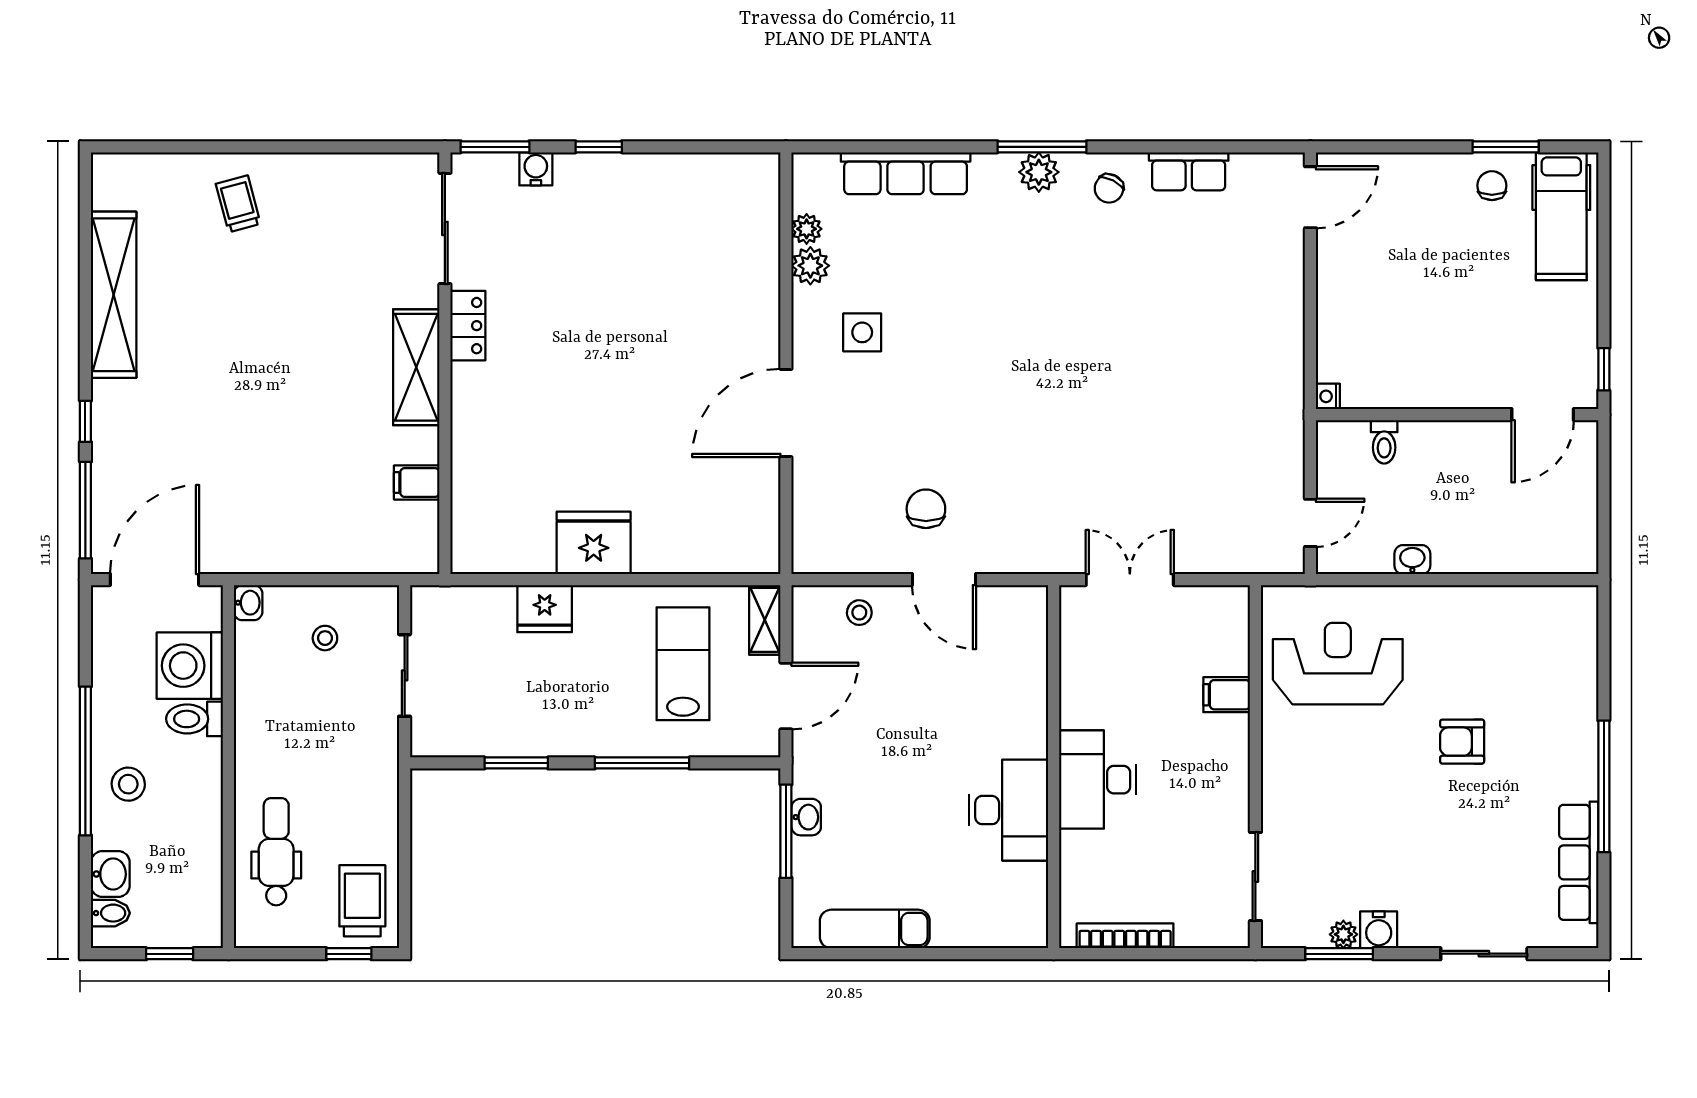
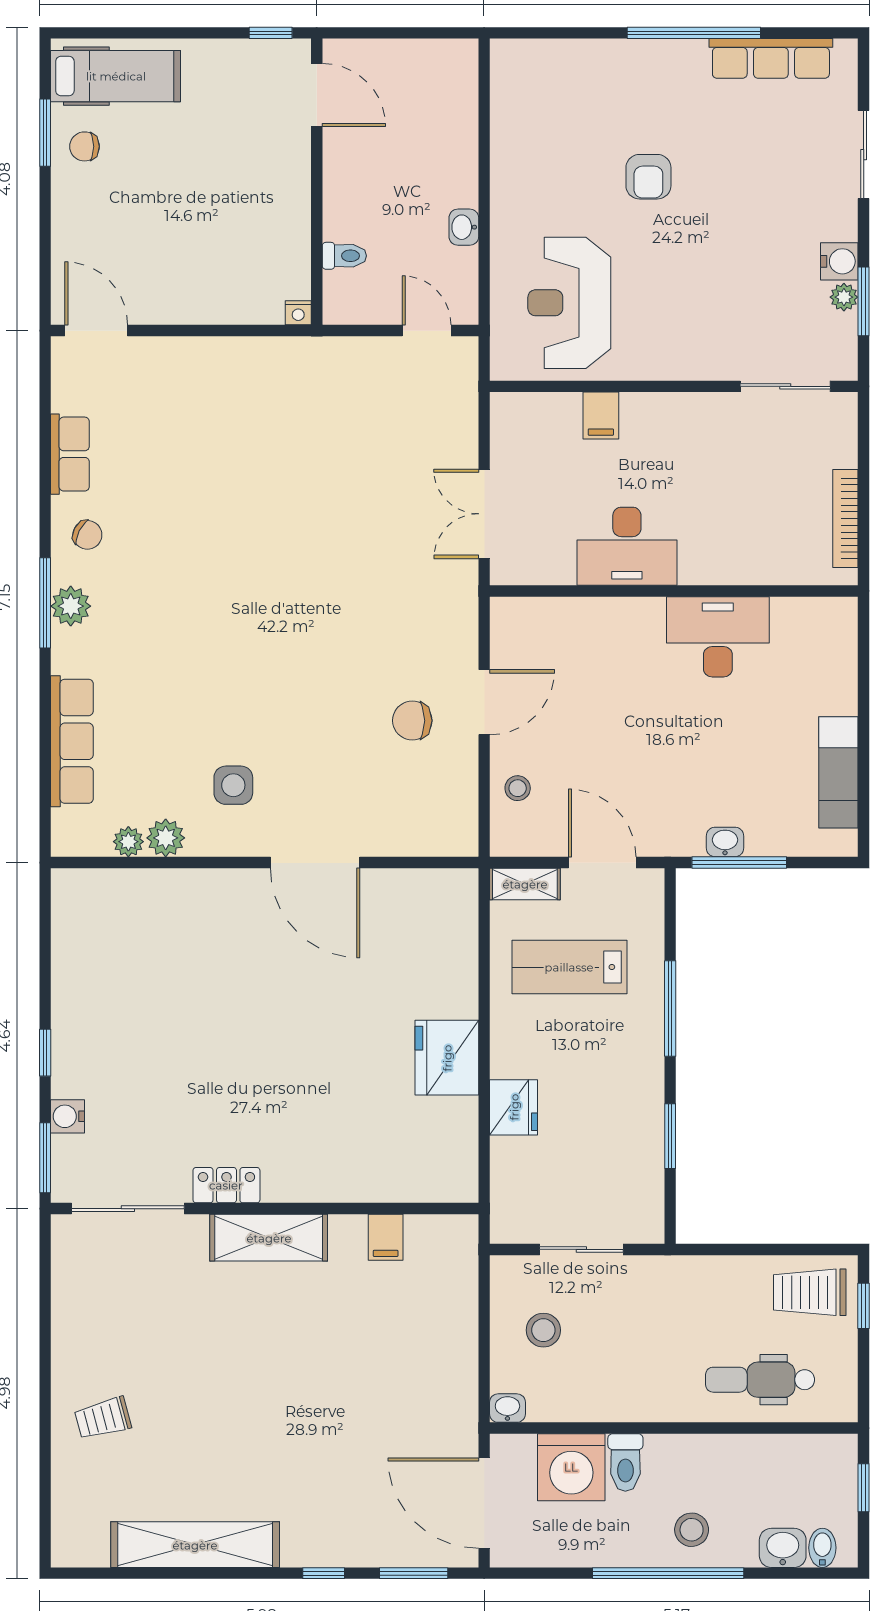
window: (85, 510) -> (414, 1573), width x0.69
stool: (325, 638) -> (543, 1330), width x1.37, depth x1.37
desk: (1098, 780) -> (627, 546), moved

